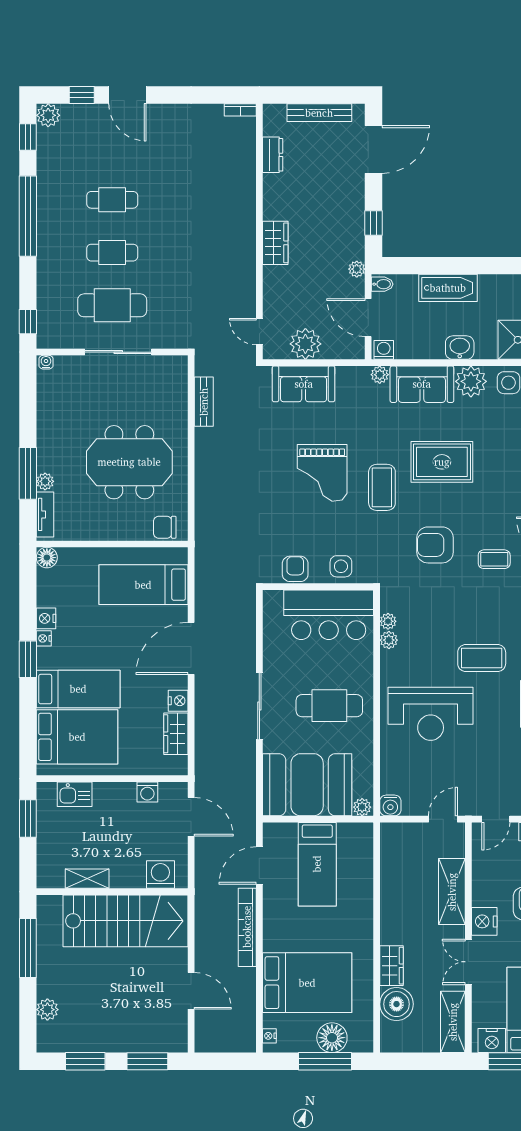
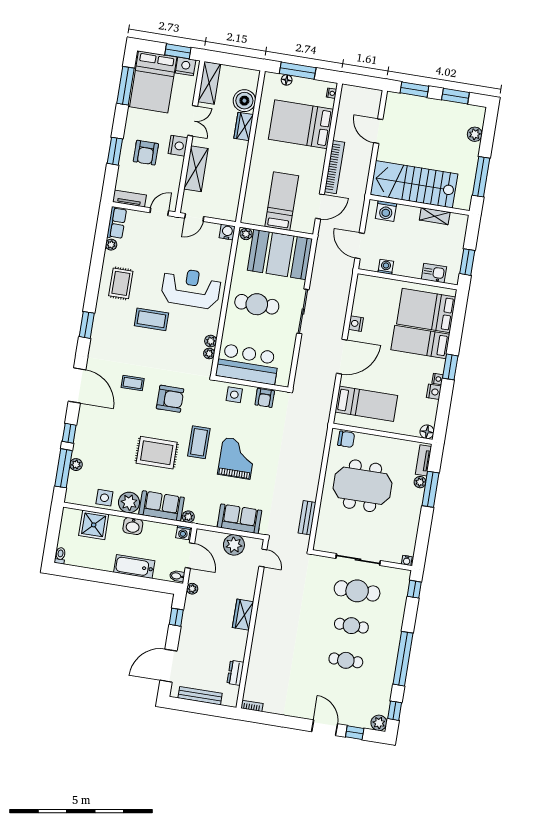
wardrobe: (176, 734) -> (361, 302), removed
floor lamp: (332, 1038) -> (287, 80), width x0.53, depth x0.53

